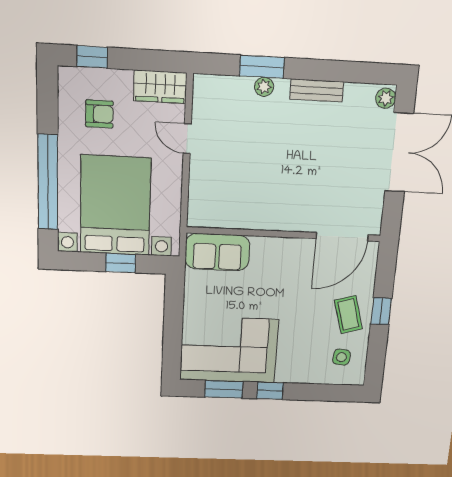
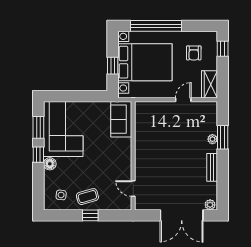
door: (342, 237) -> (133, 189), width x0.53
floor lamp: (287, 373) -> (50, 164), added

